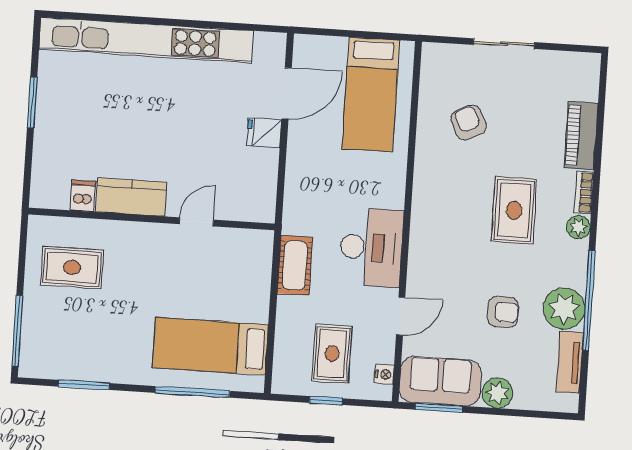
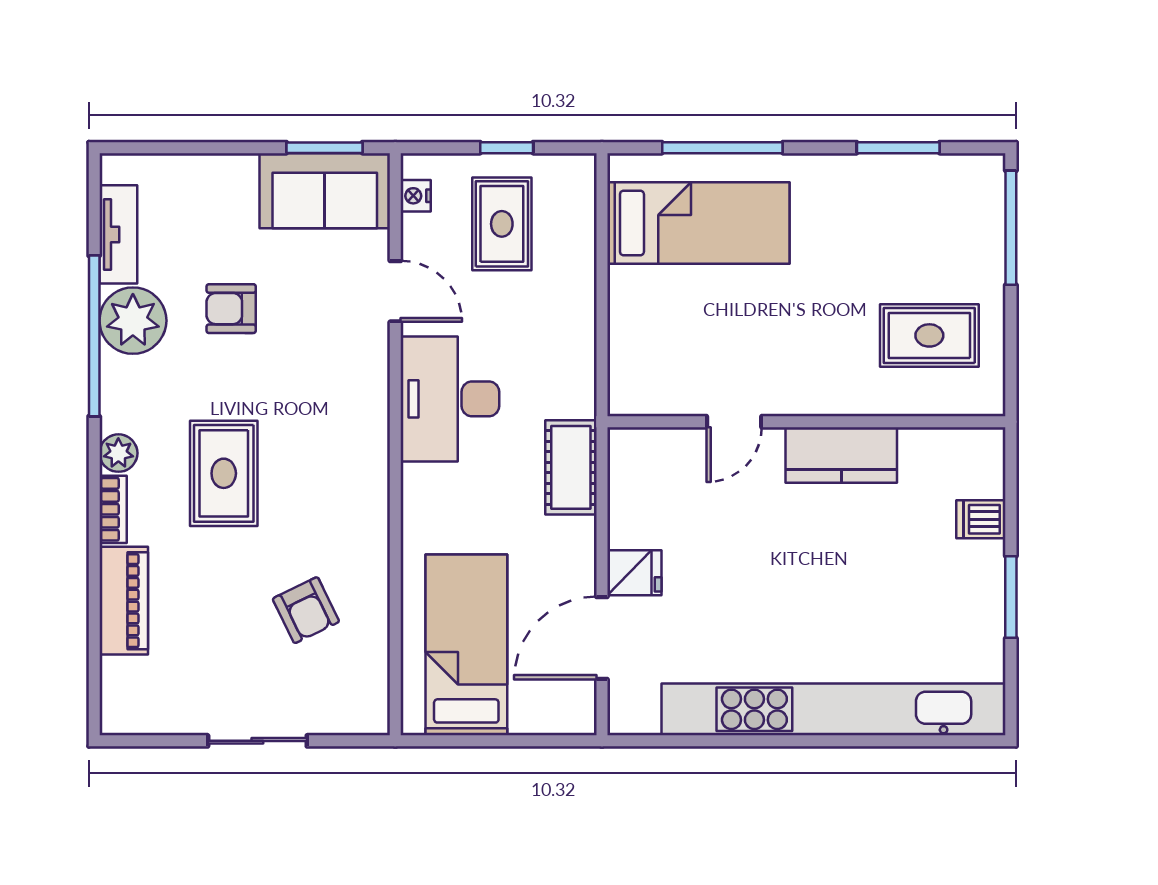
dishwasher: (83, 196) -> (981, 519), moved, turned 90
cot: (295, 265) -> (571, 467), moved
door: (401, 316) -> (395, 291), swing flipped
plant: (497, 393) -> (231, 178), removed

